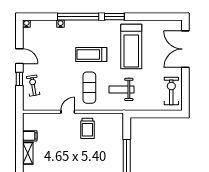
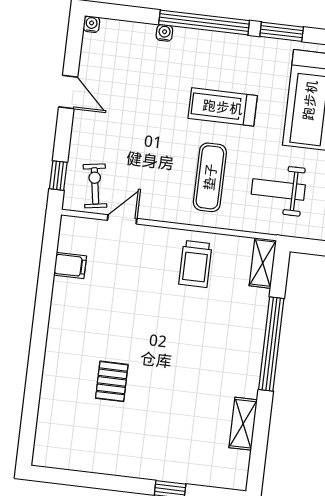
window: (19, 79) -> (58, 176), moved
exercise bike: (33, 86) -> (95, 186), moved
door: (68, 112) -> (122, 219), moved
shelving: (28, 153) -> (263, 263), moved

